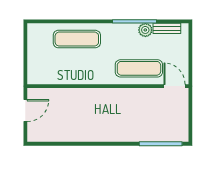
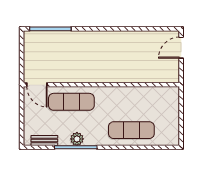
plant: (145, 30) -> (77, 139), moved
door: (25, 111) -> (181, 48), moved

